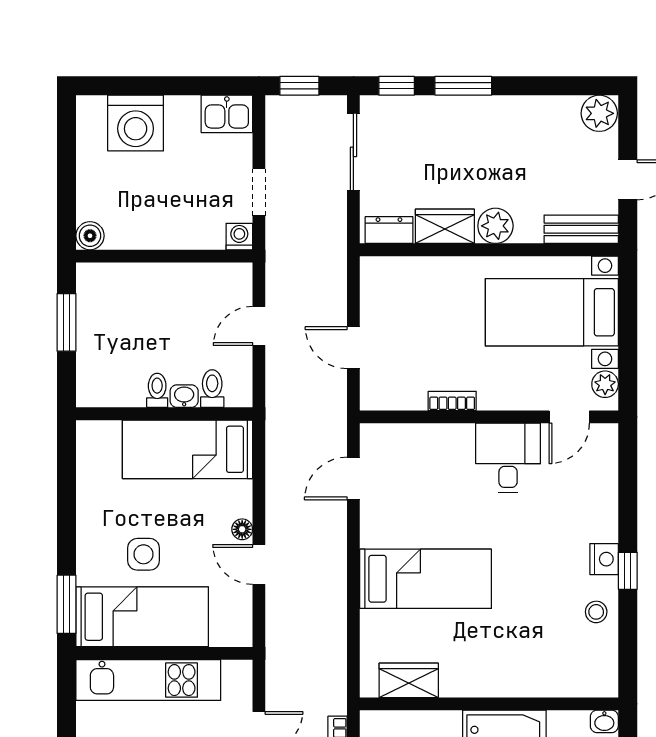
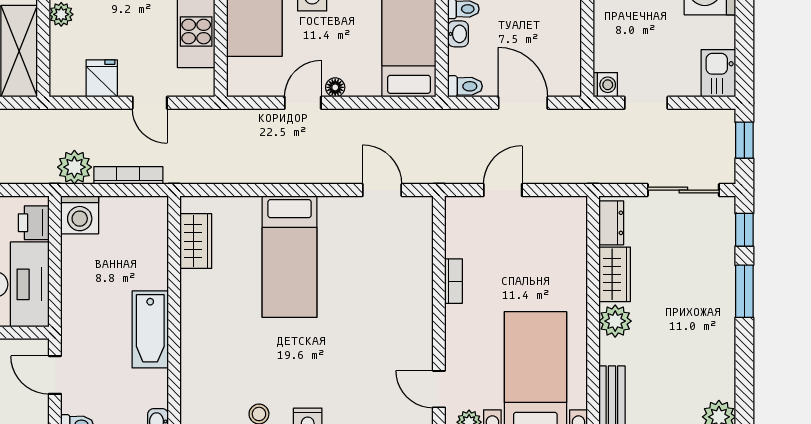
door: (259, 326) -> (523, 103), width x1.38
toilet: (212, 389) -> (465, 86), moved
desk: (508, 458) -> (401, 333), removed

